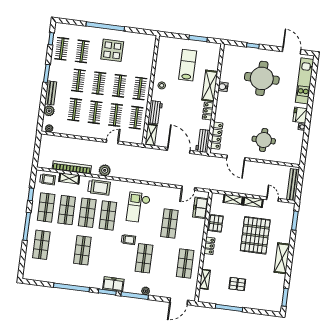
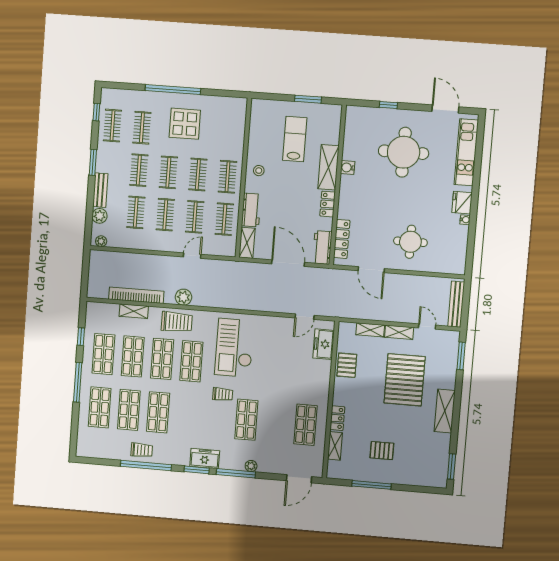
trolley: (48, 179) -> (142, 450), moved
checkout: (138, 207) -> (234, 348), width x1.36, depth x1.21
shop shelf: (169, 223) -> (129, 410), moved
locker: (209, 246) -> (337, 418), moved

